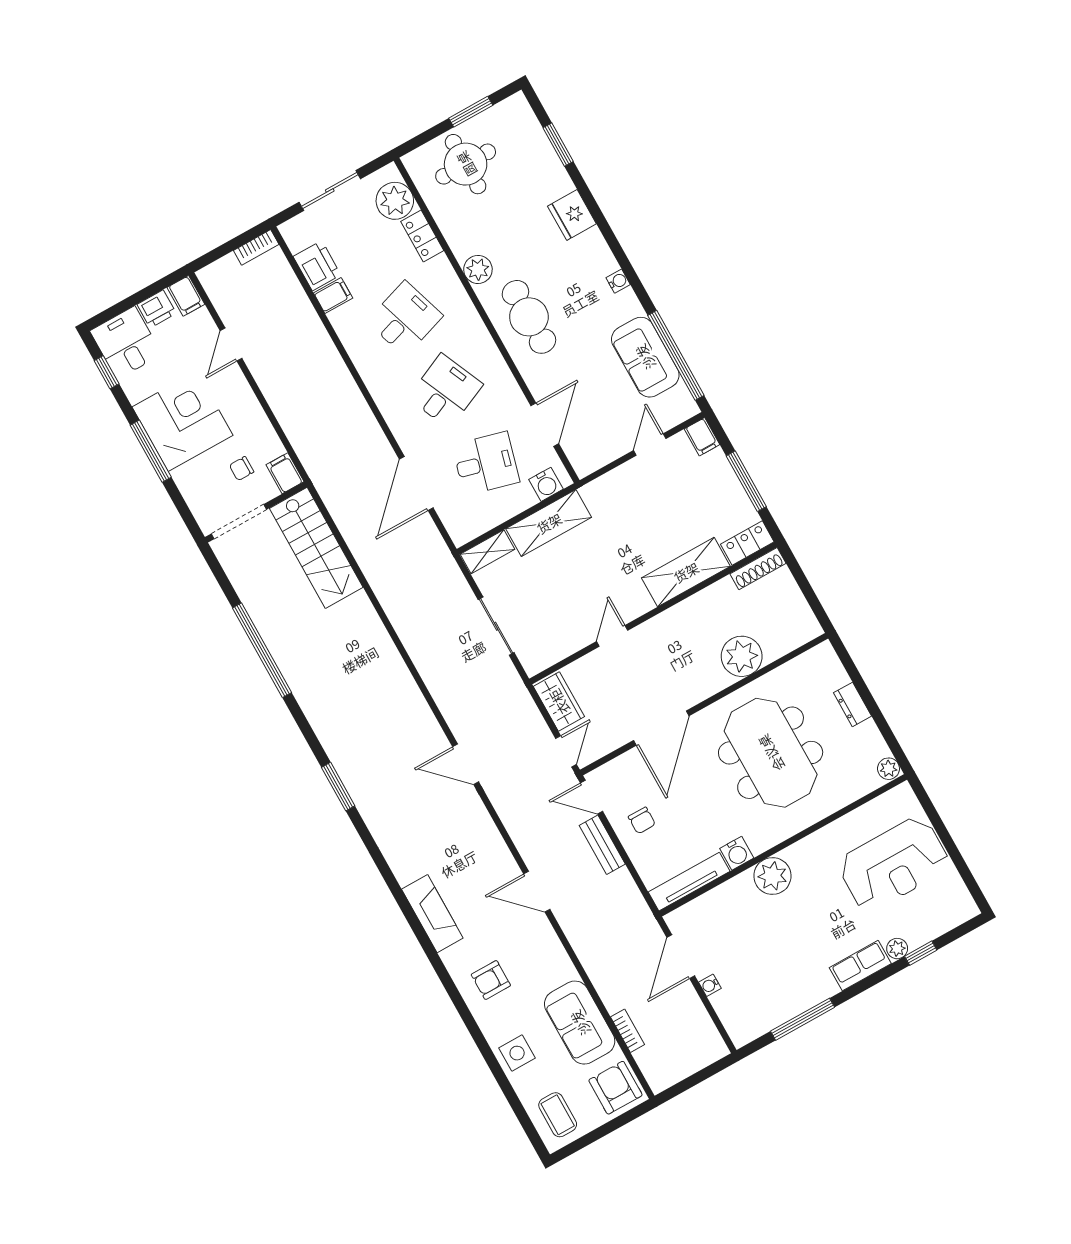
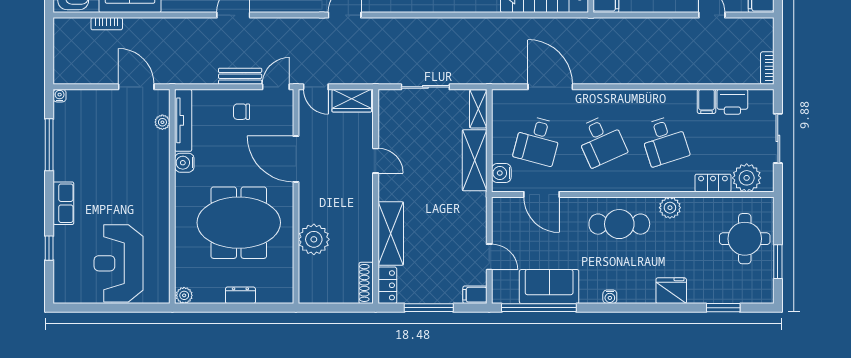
plant: (772, 876) -> (162, 122), moved, width x0.53, depth x0.53
plant: (897, 949) -> (61, 234), removed
water cooler: (710, 985) -> (60, 96), moved

